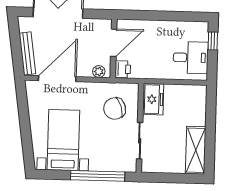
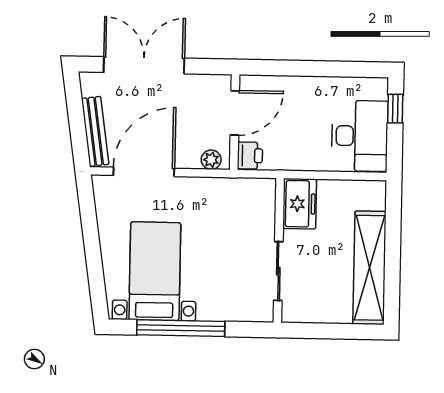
desk: (191, 58) -> (360, 136), width x1.37
chair: (115, 109) -> (237, 219), removed
shelving: (196, 150) -> (369, 268), width x1.47
window: (98, 176) -> (181, 328), moved

